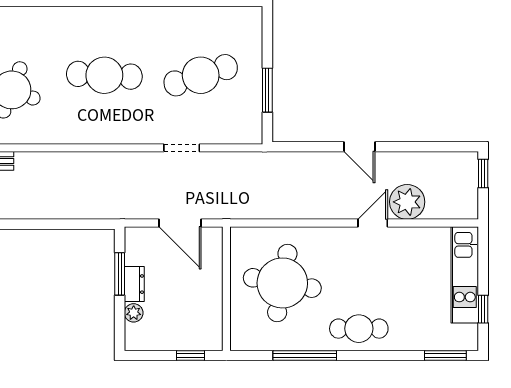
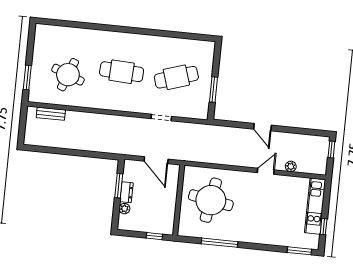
plant: (407, 202) -> (291, 166), width x0.53, depth x0.53
cafe table: (359, 329) -> (252, 231), removed

